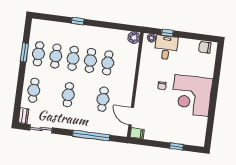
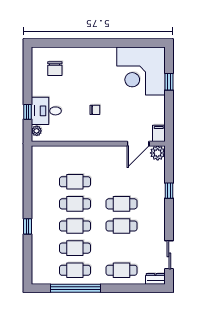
plant: (134, 37) -> (158, 153), moved
chair: (205, 47) -> (55, 69), moved
window: (24, 52) -> (75, 288), width x2.11
corner desk: (192, 95) -> (141, 71), moved, turned 90
cafe table: (103, 99) -> (121, 204), moved
window: (91, 135) -> (169, 191), width x0.32

